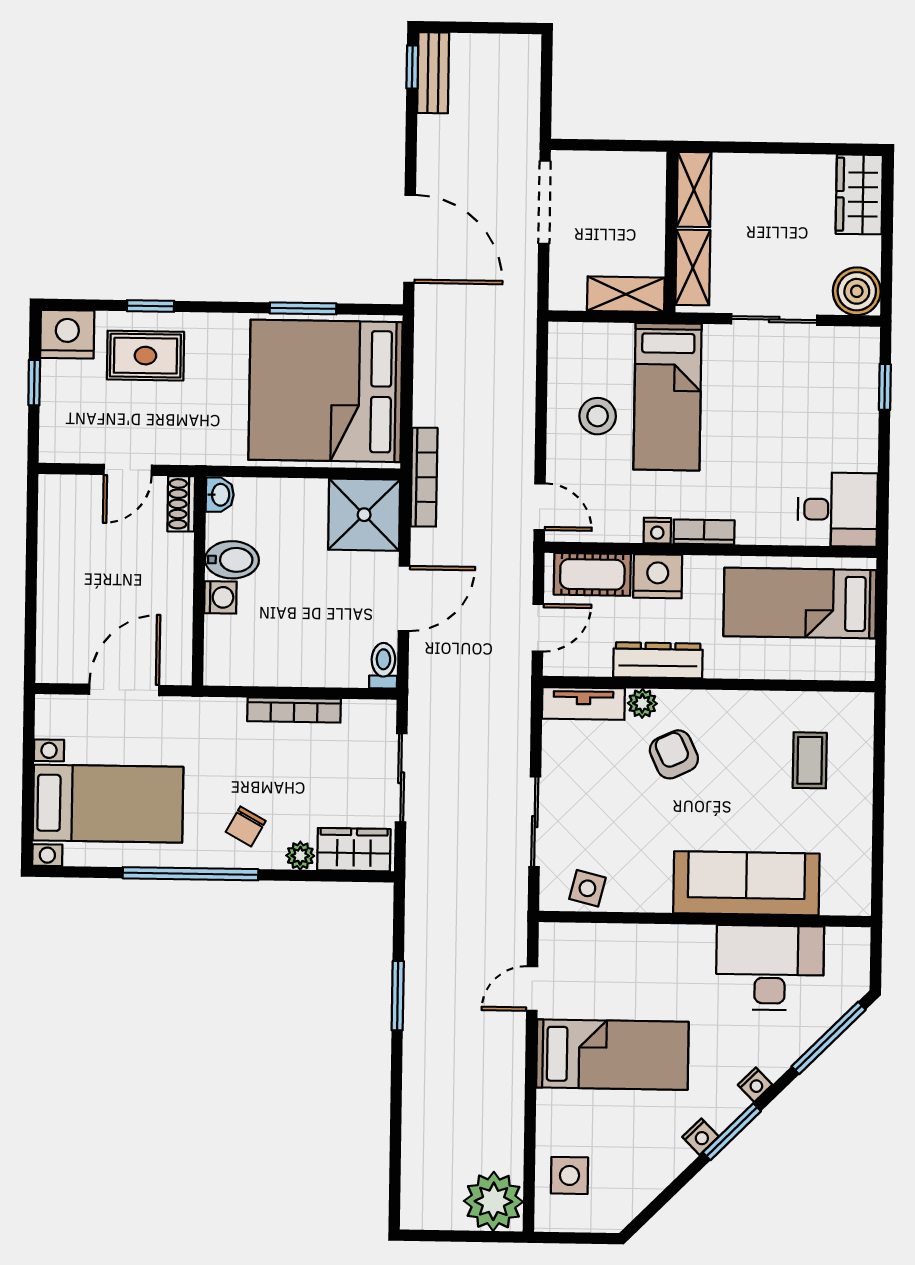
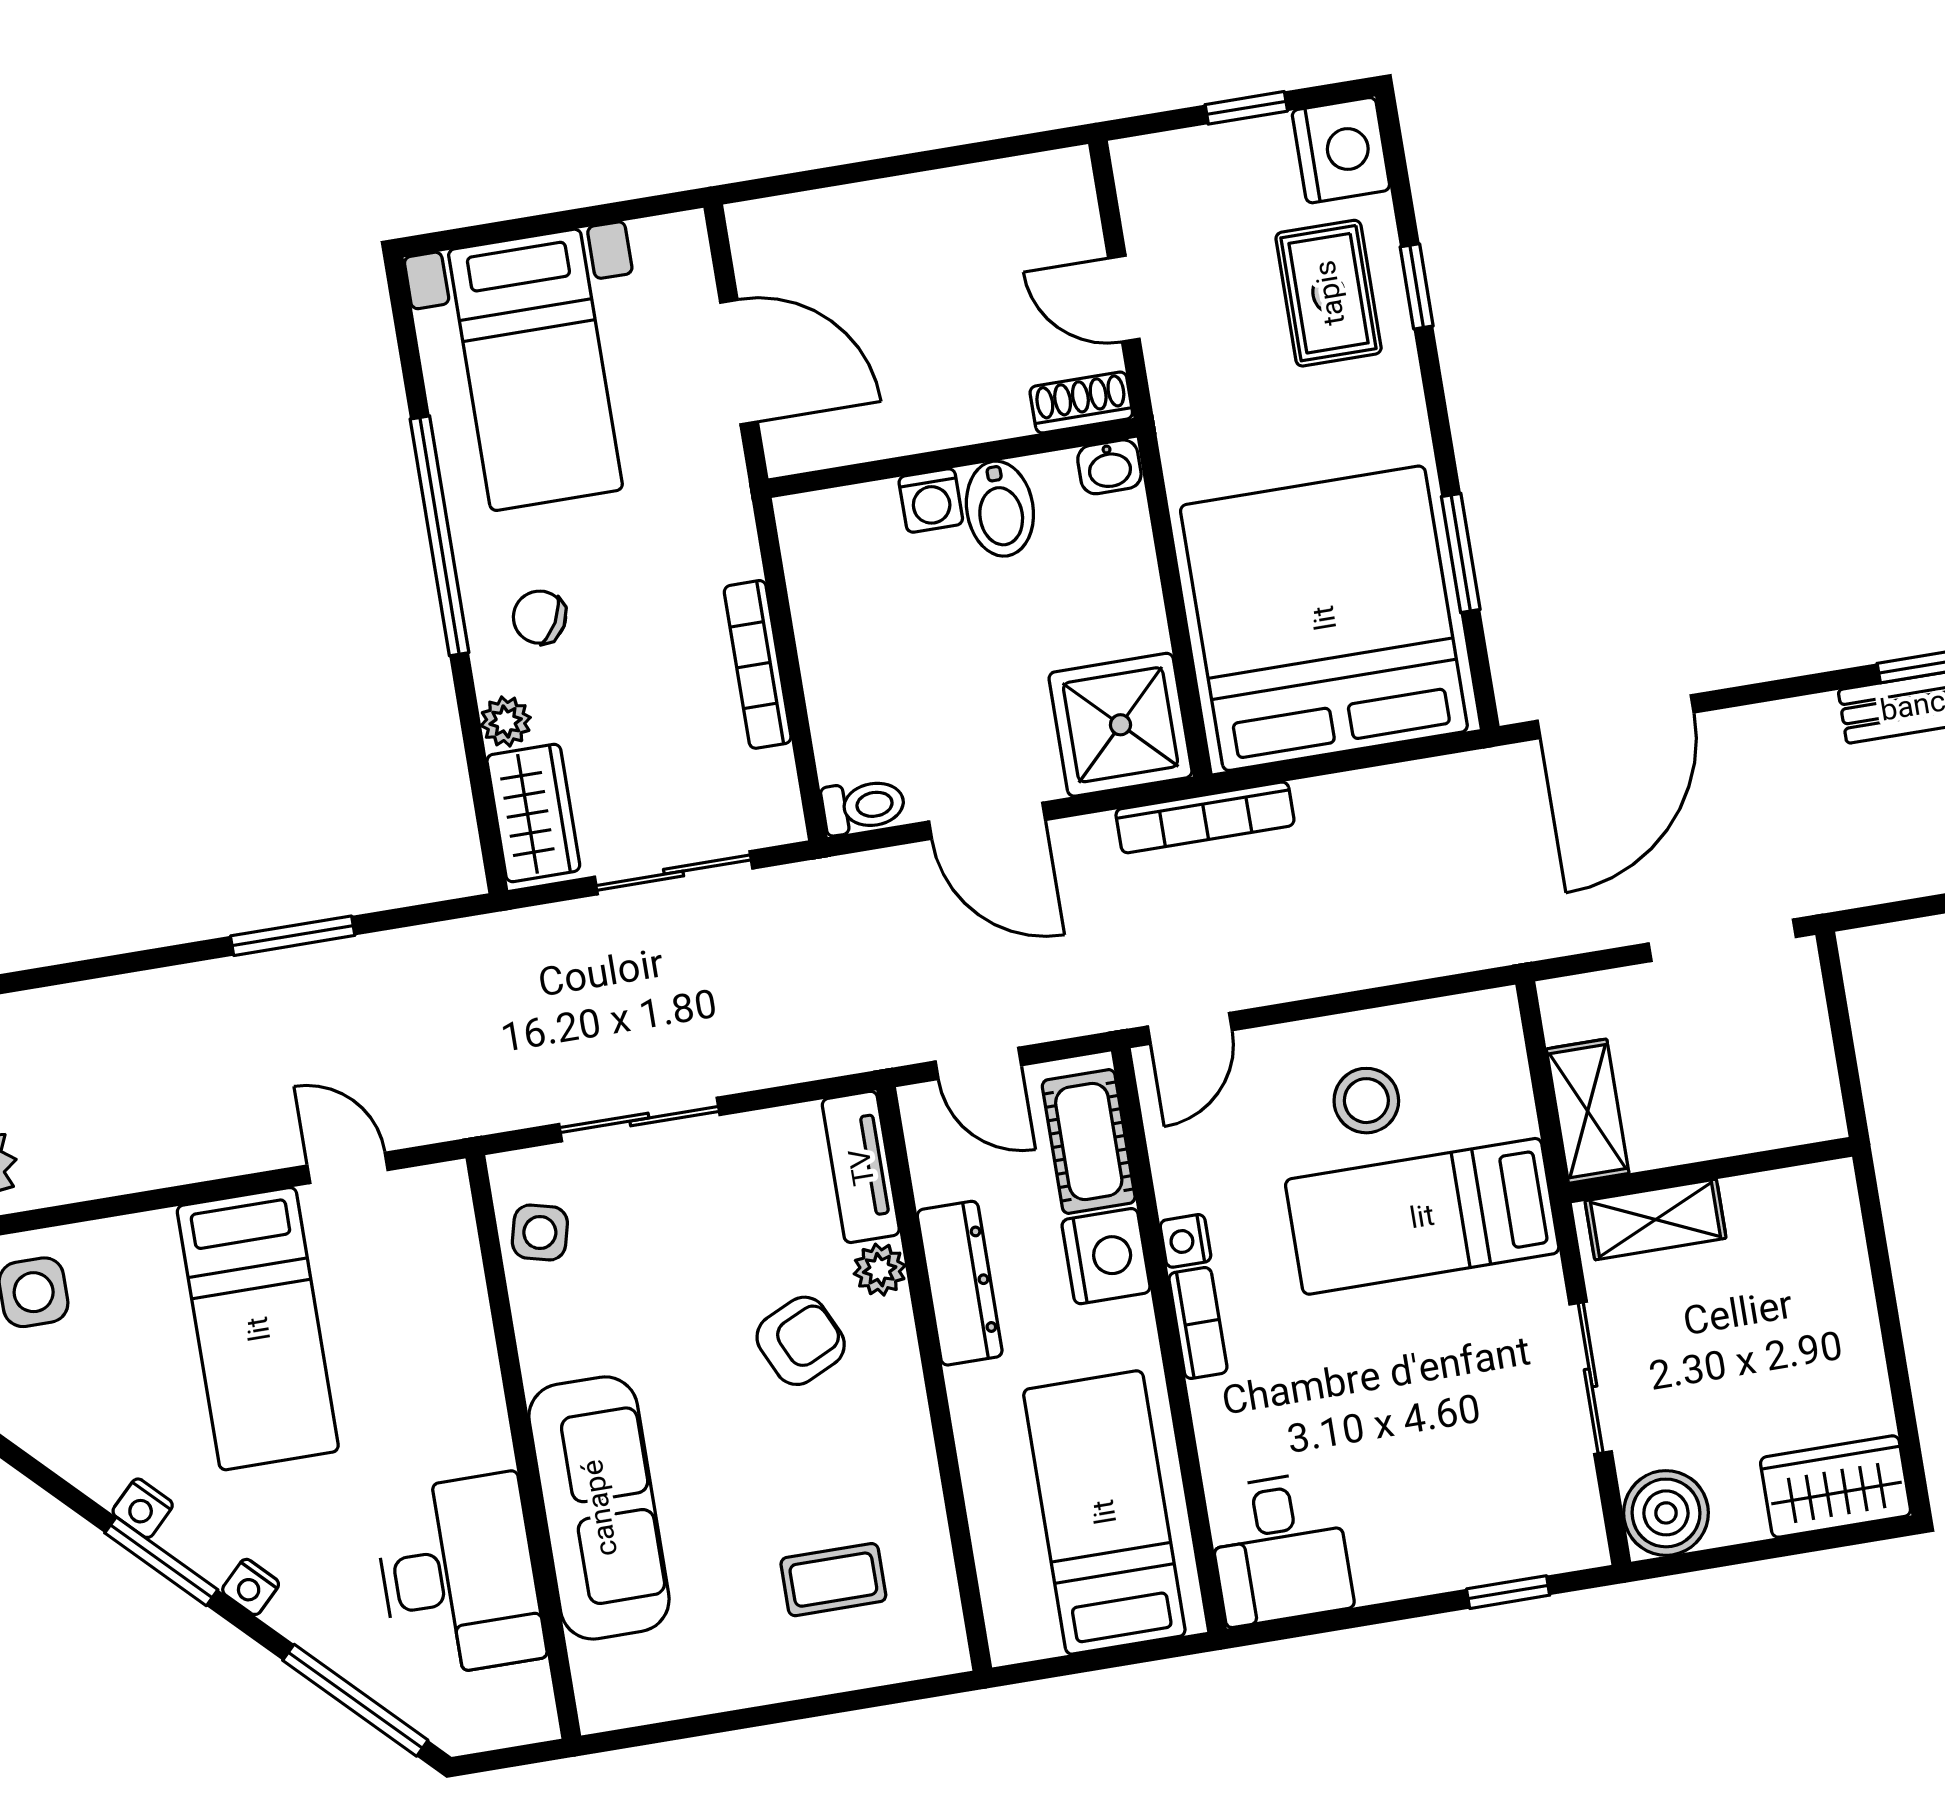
shelving: (694, 190) -> (1792, 1197), removed

